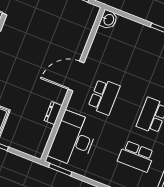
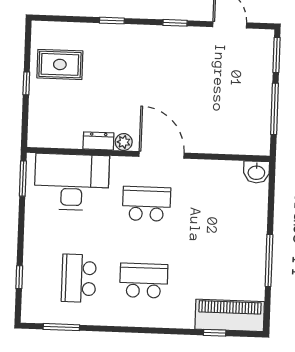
plant: (60, 97) -> (124, 142), added
school desk: (104, 97) -> (146, 204), turned 180

